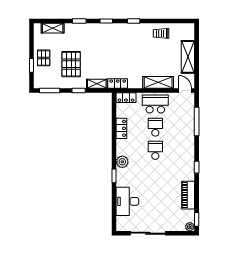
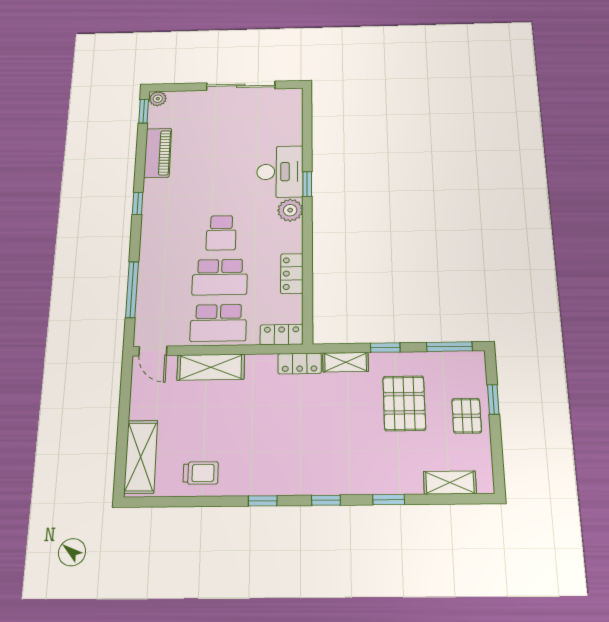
shelving: (188, 57) -> (141, 457), moved
school desk: (155, 127) -> (220, 277), width x1.85
desk: (127, 201) -> (280, 172), moved

